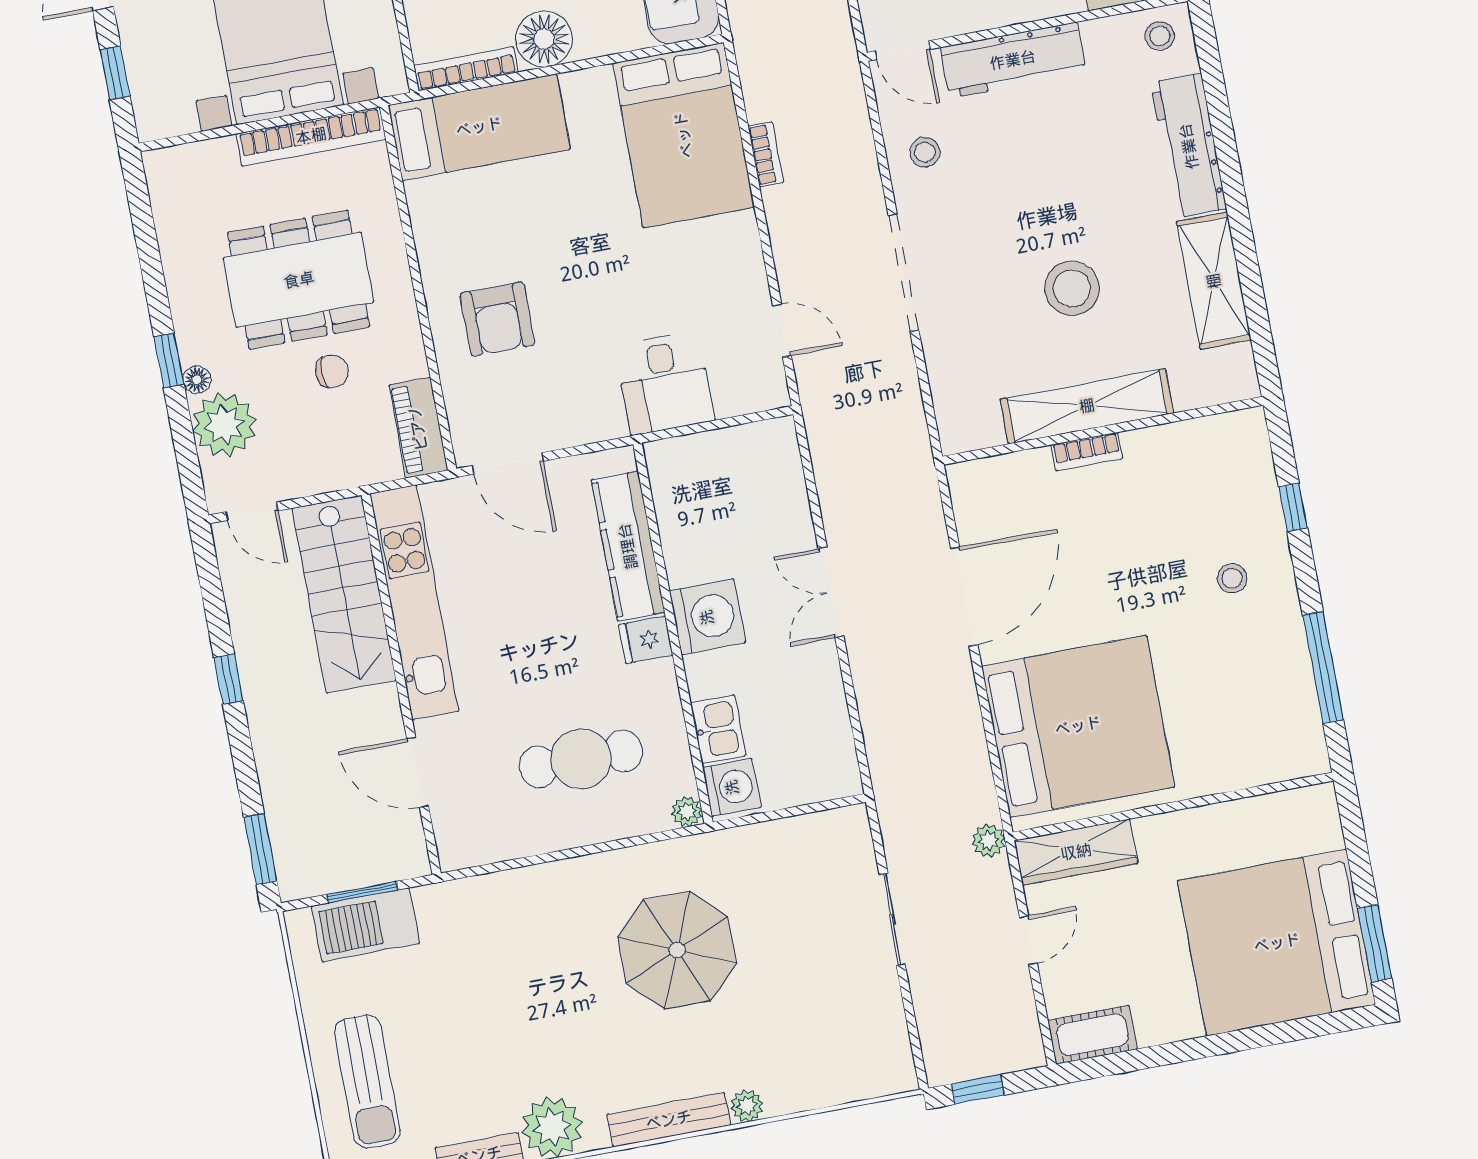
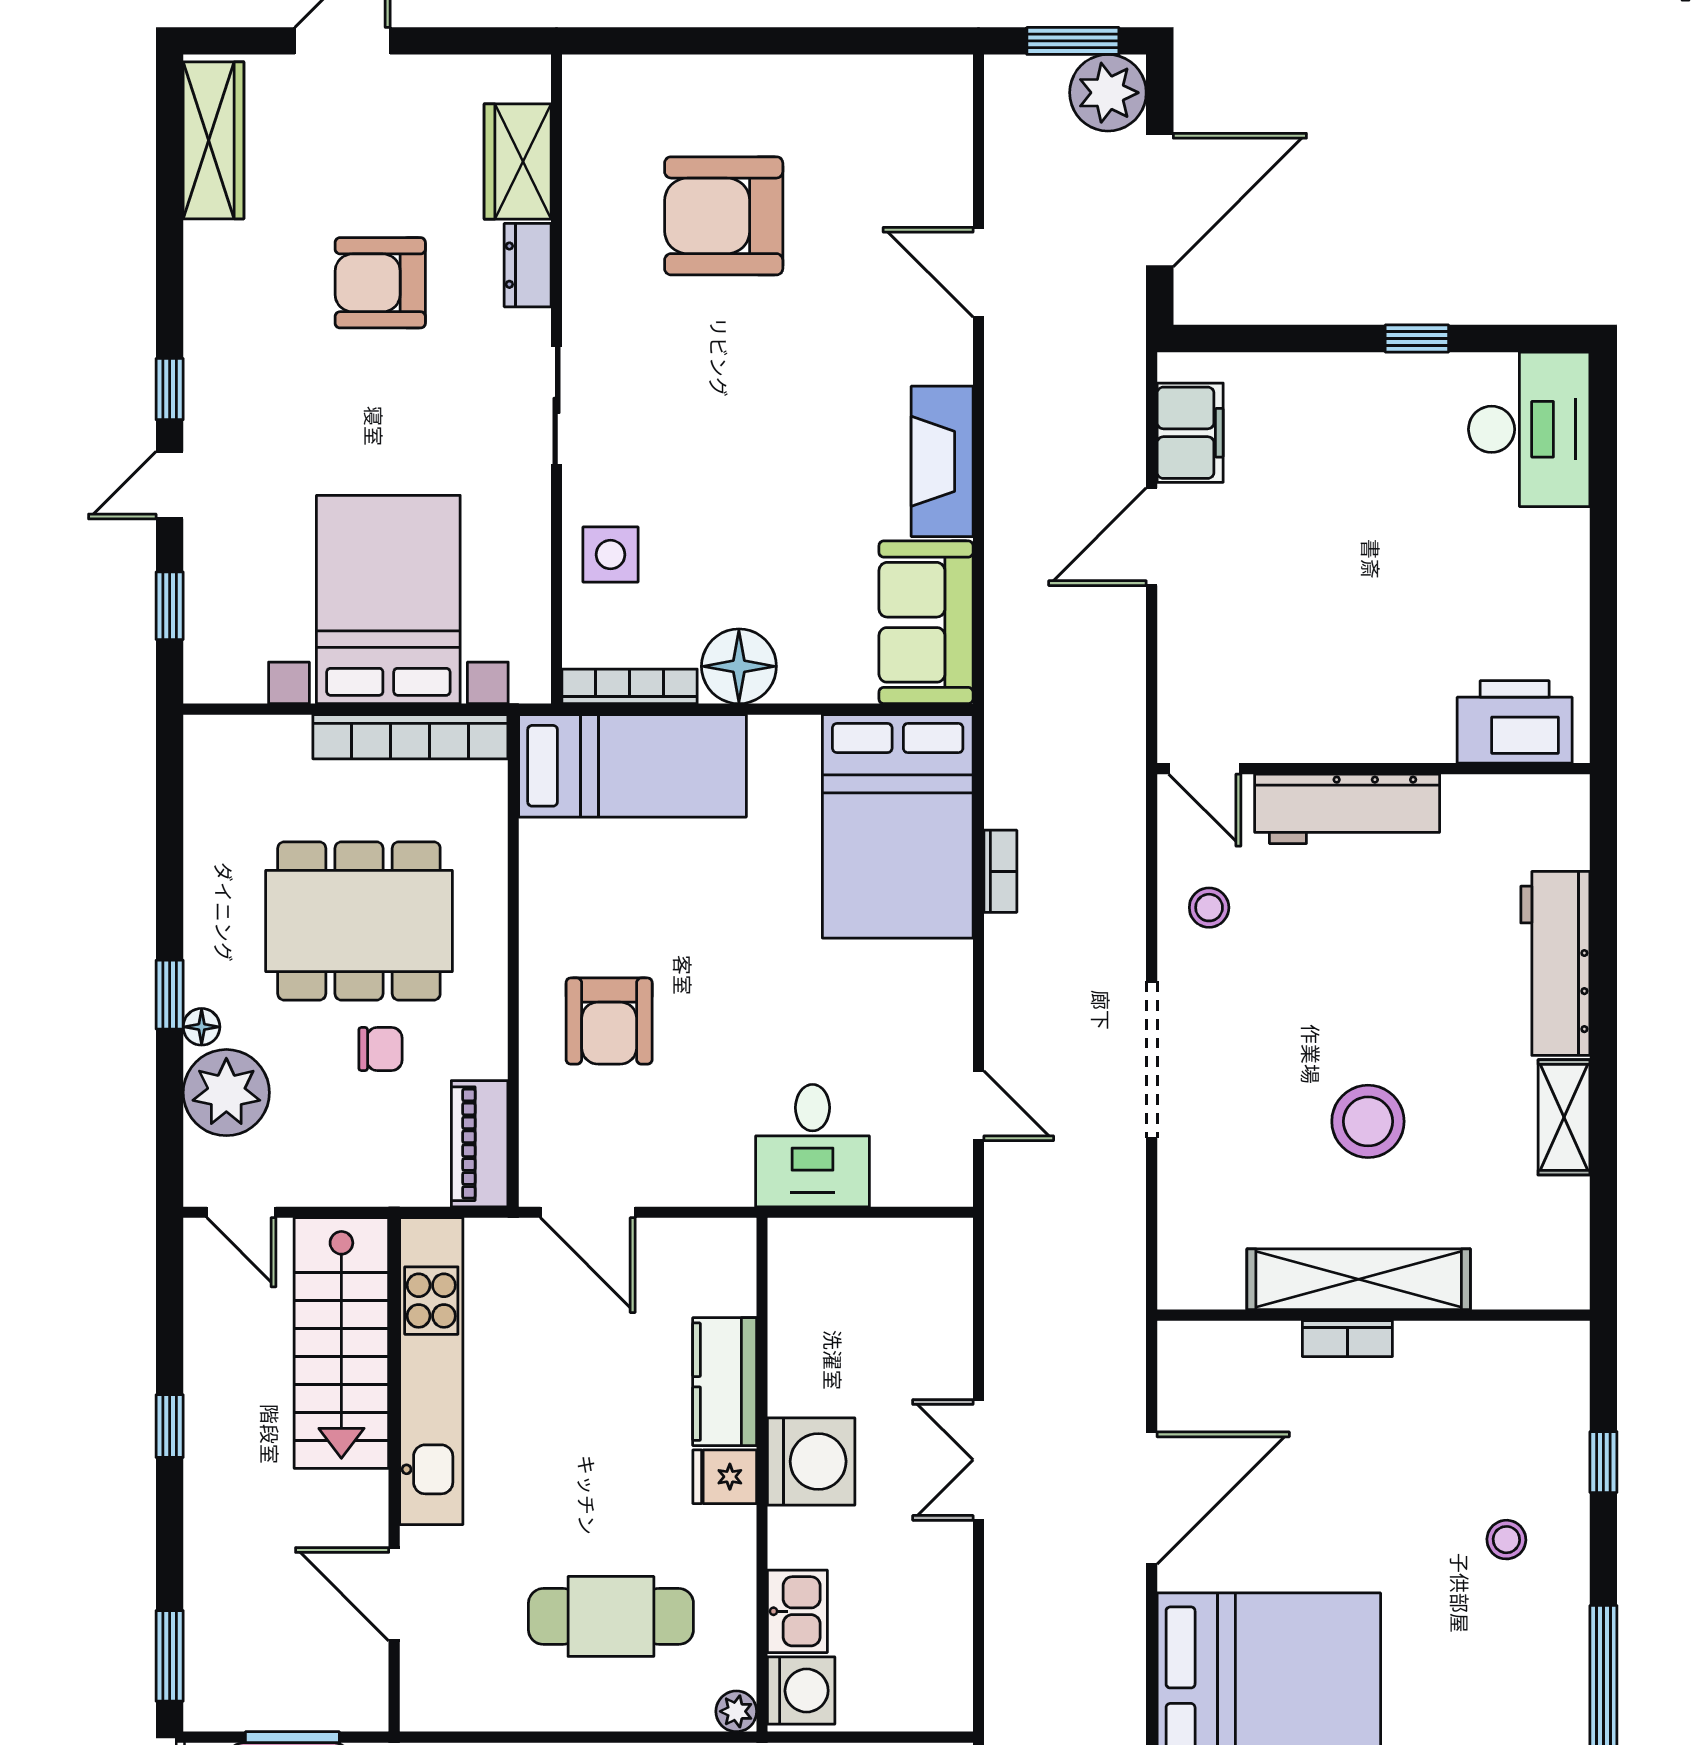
stool: (1160, 36) -> (1545, 813), removed
shelving: (1214, 281) -> (1564, 1117), width x0.67, depth x0.75
kitchen counter: (628, 546) -> (725, 1382), width x0.67

